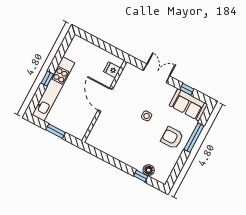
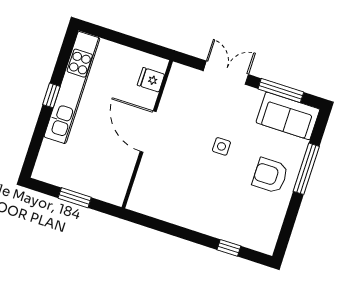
window: (47, 79) -> (51, 95), moved
kitchen unit: (53, 89) -> (72, 87), moved
window: (187, 89) -> (281, 90), width x2.17
floor lamp: (149, 170) -> (240, 236), removed

